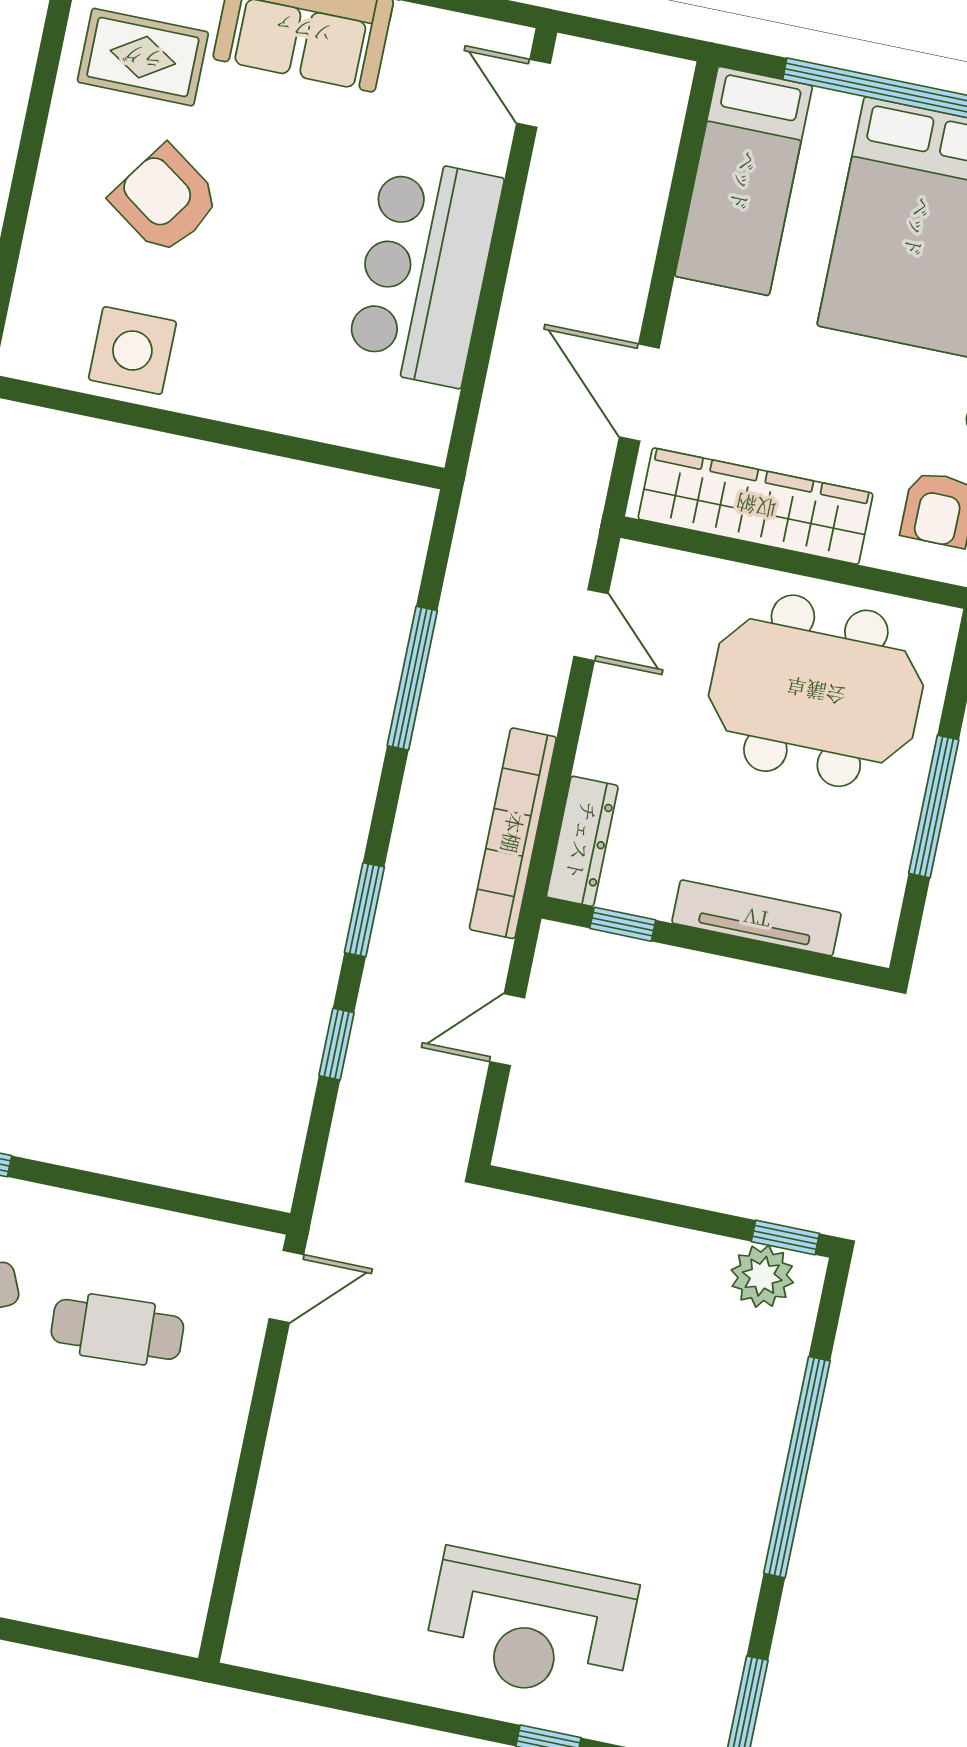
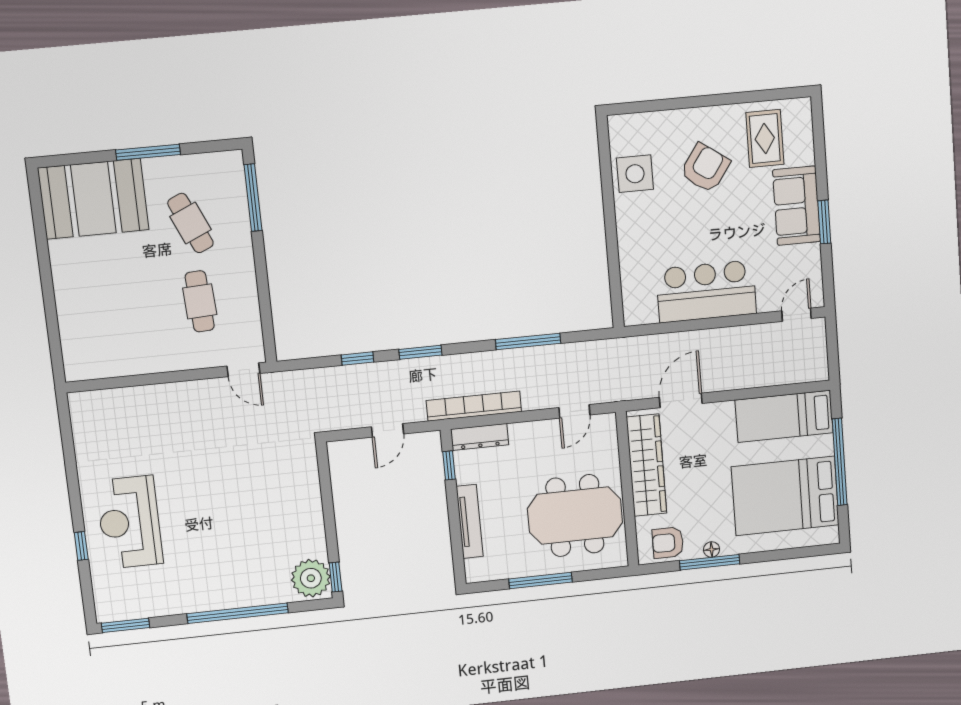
meeting table: (816, 691) -> (575, 516), turned 90
door: (507, 1030) -> (387, 430), swing flipped
plant: (762, 1276) -> (311, 578), width x1.36, depth x1.36

